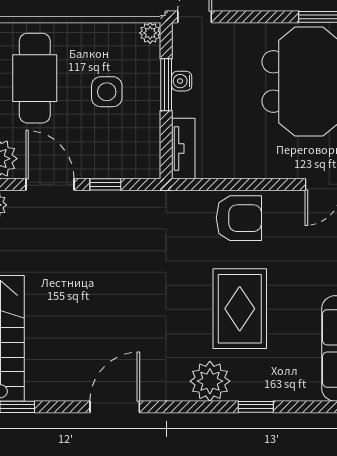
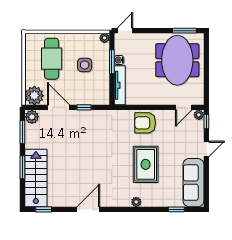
tv unit: (183, 148) -> (120, 85), width x1.41
armchair: (239, 218) -> (145, 123), turned 180
plant: (210, 381) -> (136, 202), width x0.53, depth x0.53
window: (256, 407) -> (176, 209), moved

